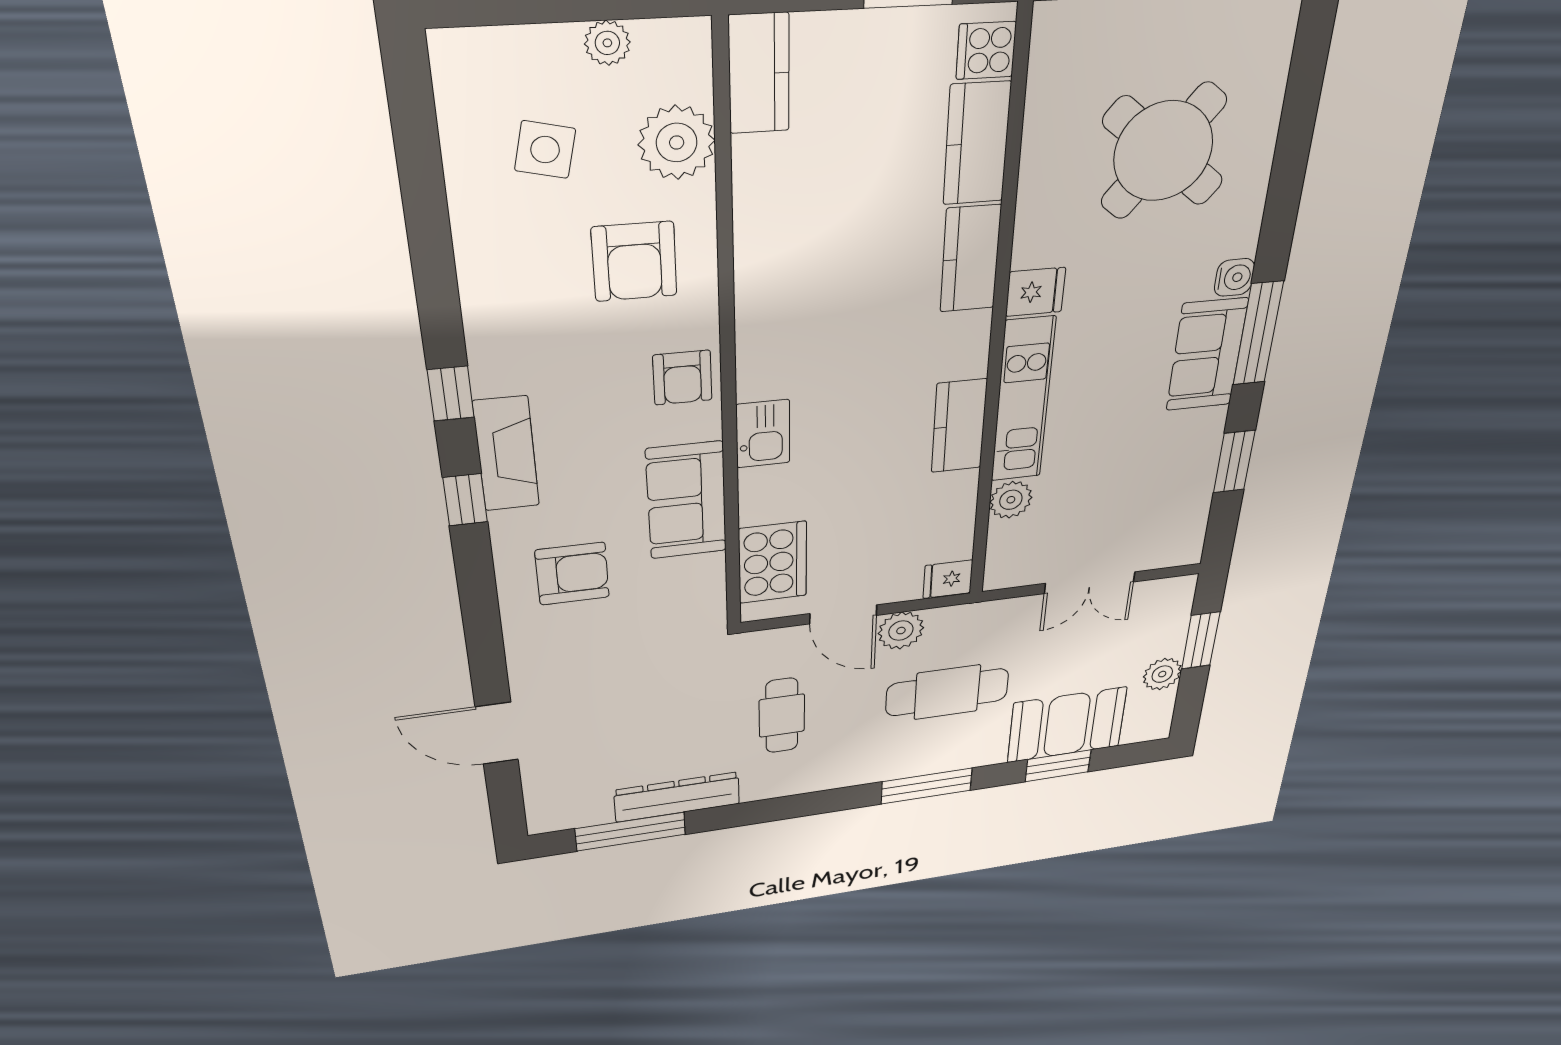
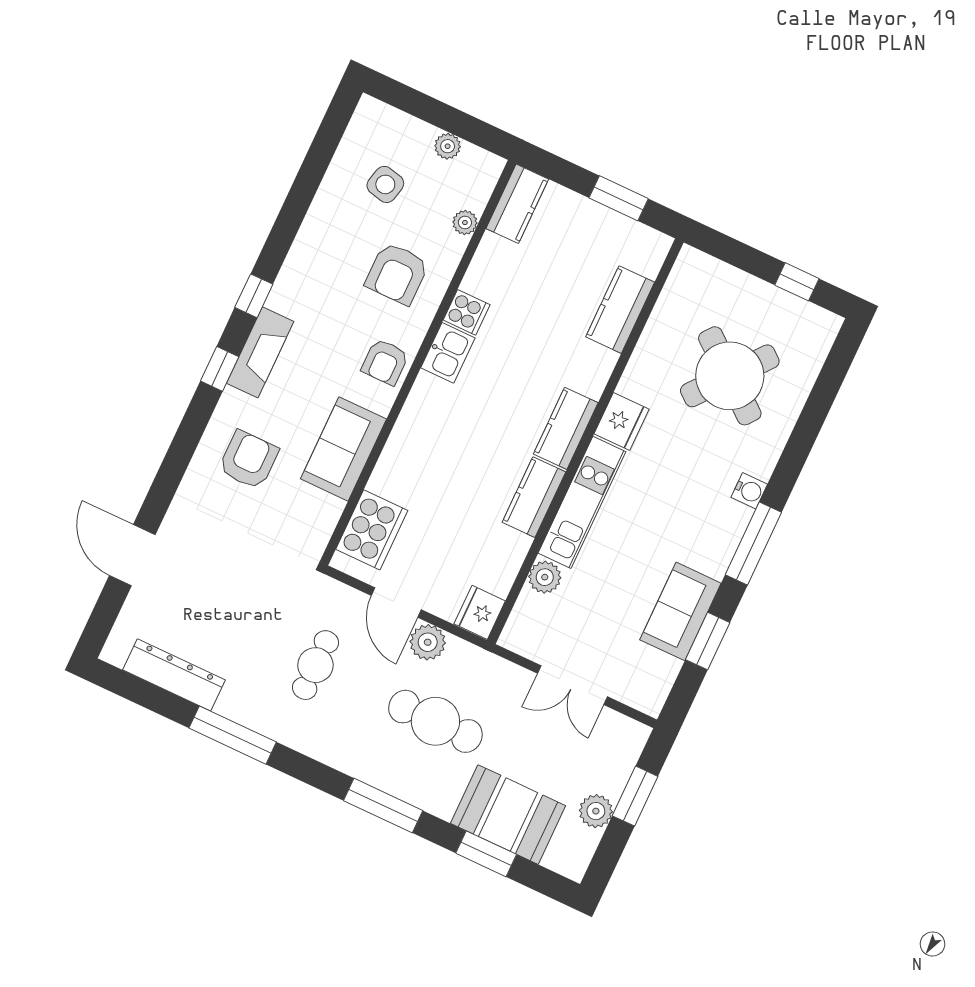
cooker: (986, 50) -> (467, 312), moved, turned 180
plant: (677, 143) -> (465, 222), width x0.53, depth x0.53
kitchen counter: (971, 259) -> (566, 428), moved
fridge: (1036, 292) -> (622, 421), width x1.38
sofa: (1207, 355) -> (680, 611), moved
kitchen sink: (763, 434) -> (448, 353), moved
armchair: (572, 574) -> (249, 460), turned -90
fridge: (948, 579) -> (480, 612), width x1.38
dresser: (677, 797) -> (174, 675), moved
window: (631, 832) -> (233, 735), moved

